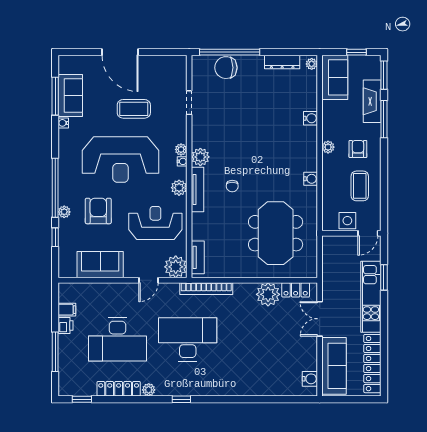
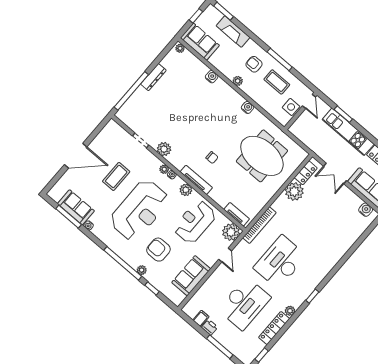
dresser: (282, 62) -> (153, 77), moved
chair: (226, 68) -> (139, 101), removed
window: (384, 119) -> (280, 59), moved
plant: (200, 157) -> (164, 149), moved

